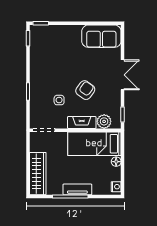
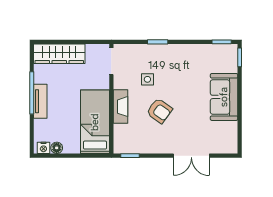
sofa: (101, 36) -> (224, 97), moved
double door: (123, 75) -> (191, 156), moved
plant: (104, 121) -> (122, 133), removed
floor lamp: (116, 162) -> (57, 148), moved

